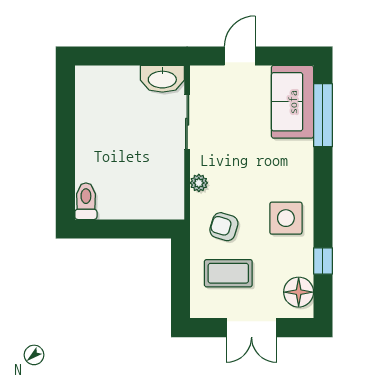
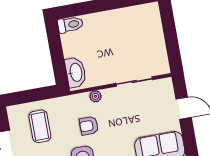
washbasin: (162, 79) -> (76, 72), moved, turned 180
armchair: (224, 227) -> (89, 126), moved, turned -107

